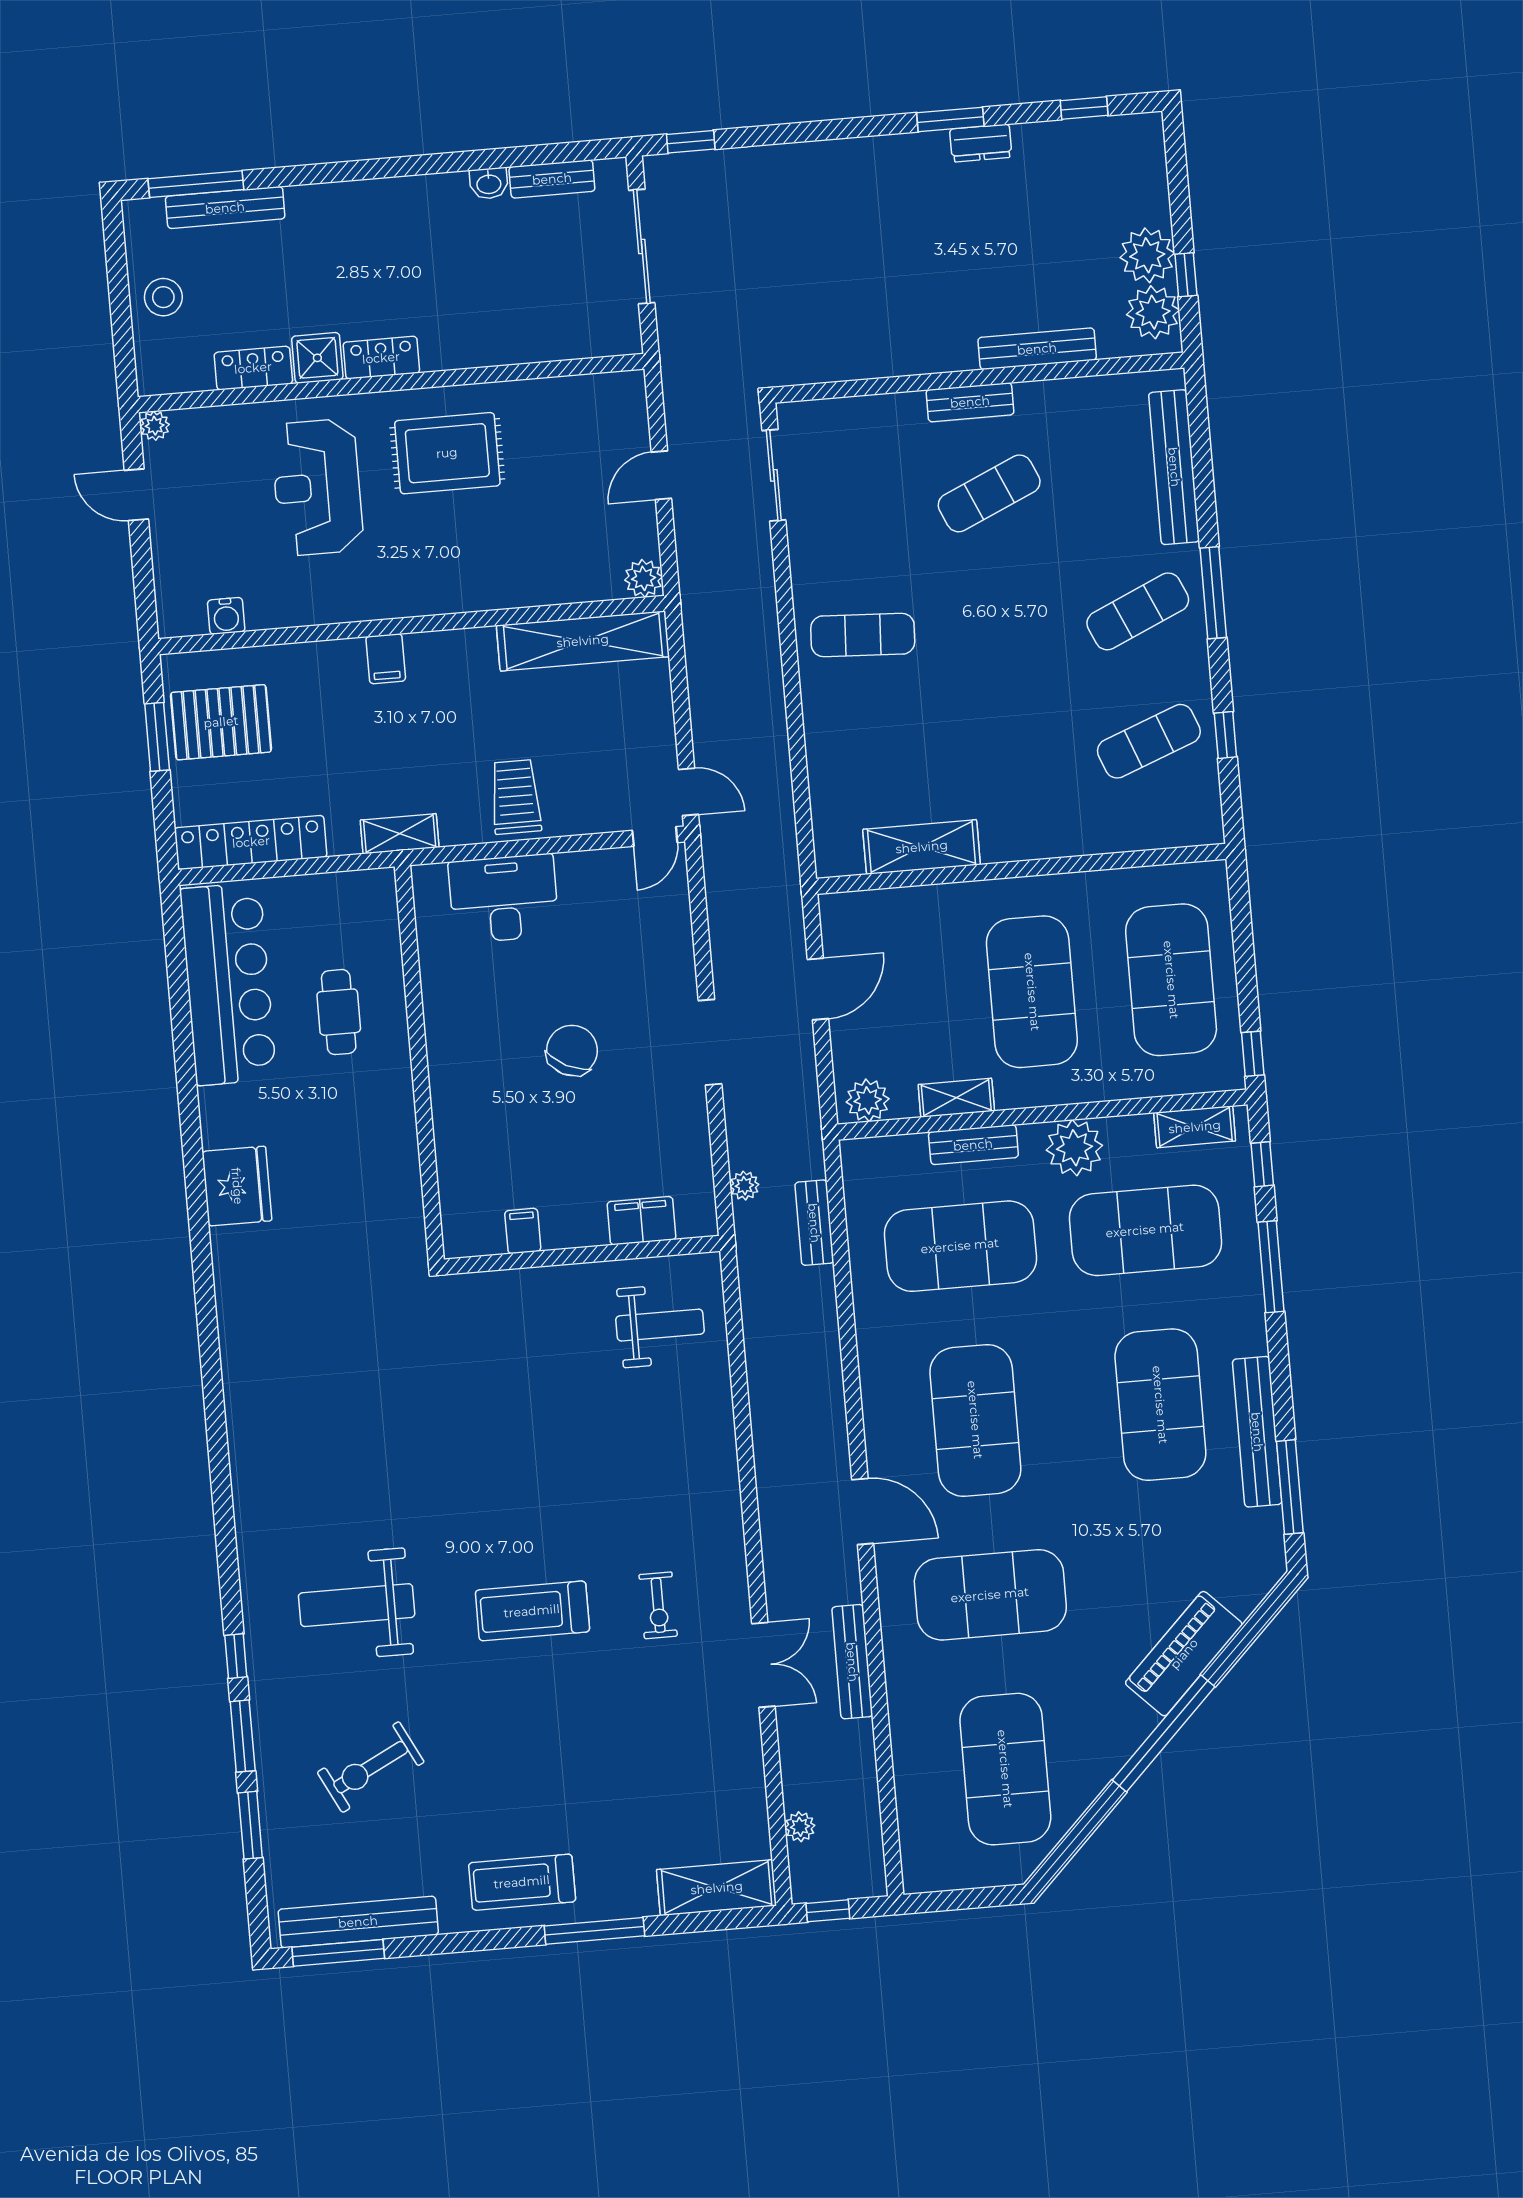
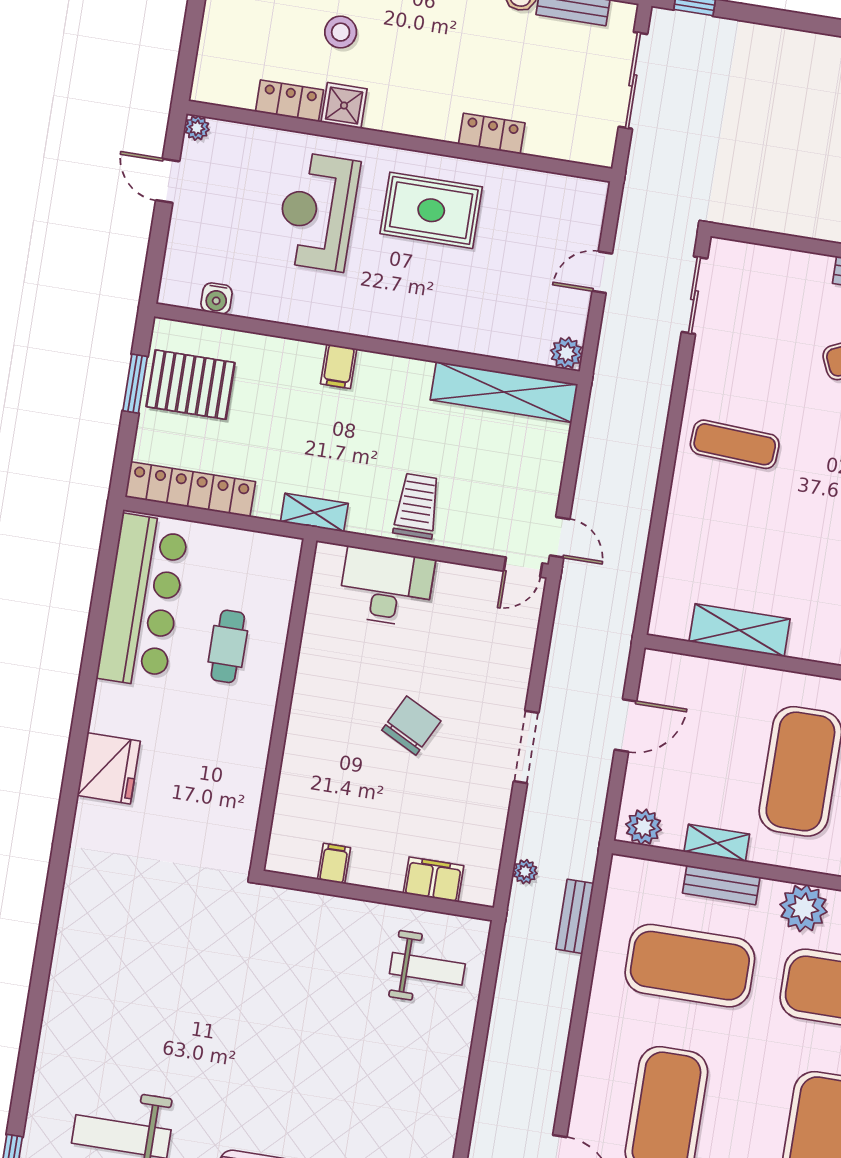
stool: (163, 297) -> (341, 32), moved
locker: (381, 358) -> (492, 134), moved

